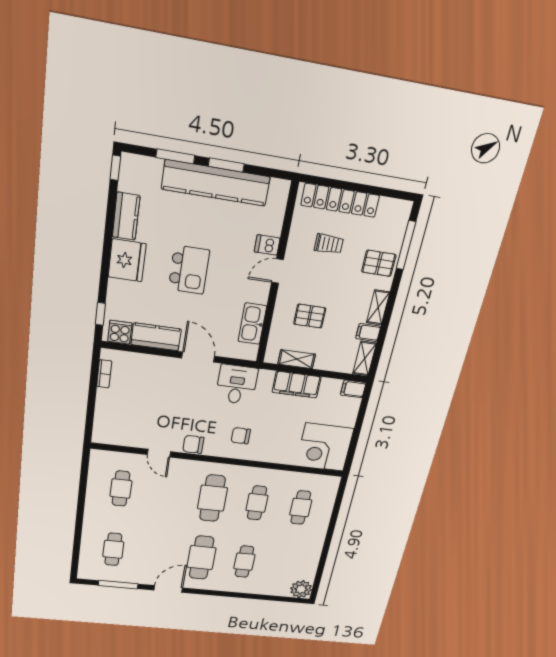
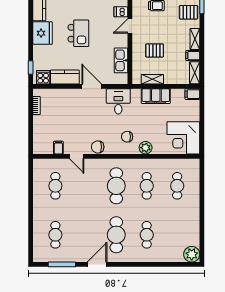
filing cabinet: (132, 438) -> (58, 148), added
plant: (266, 454) -> (146, 148), added

